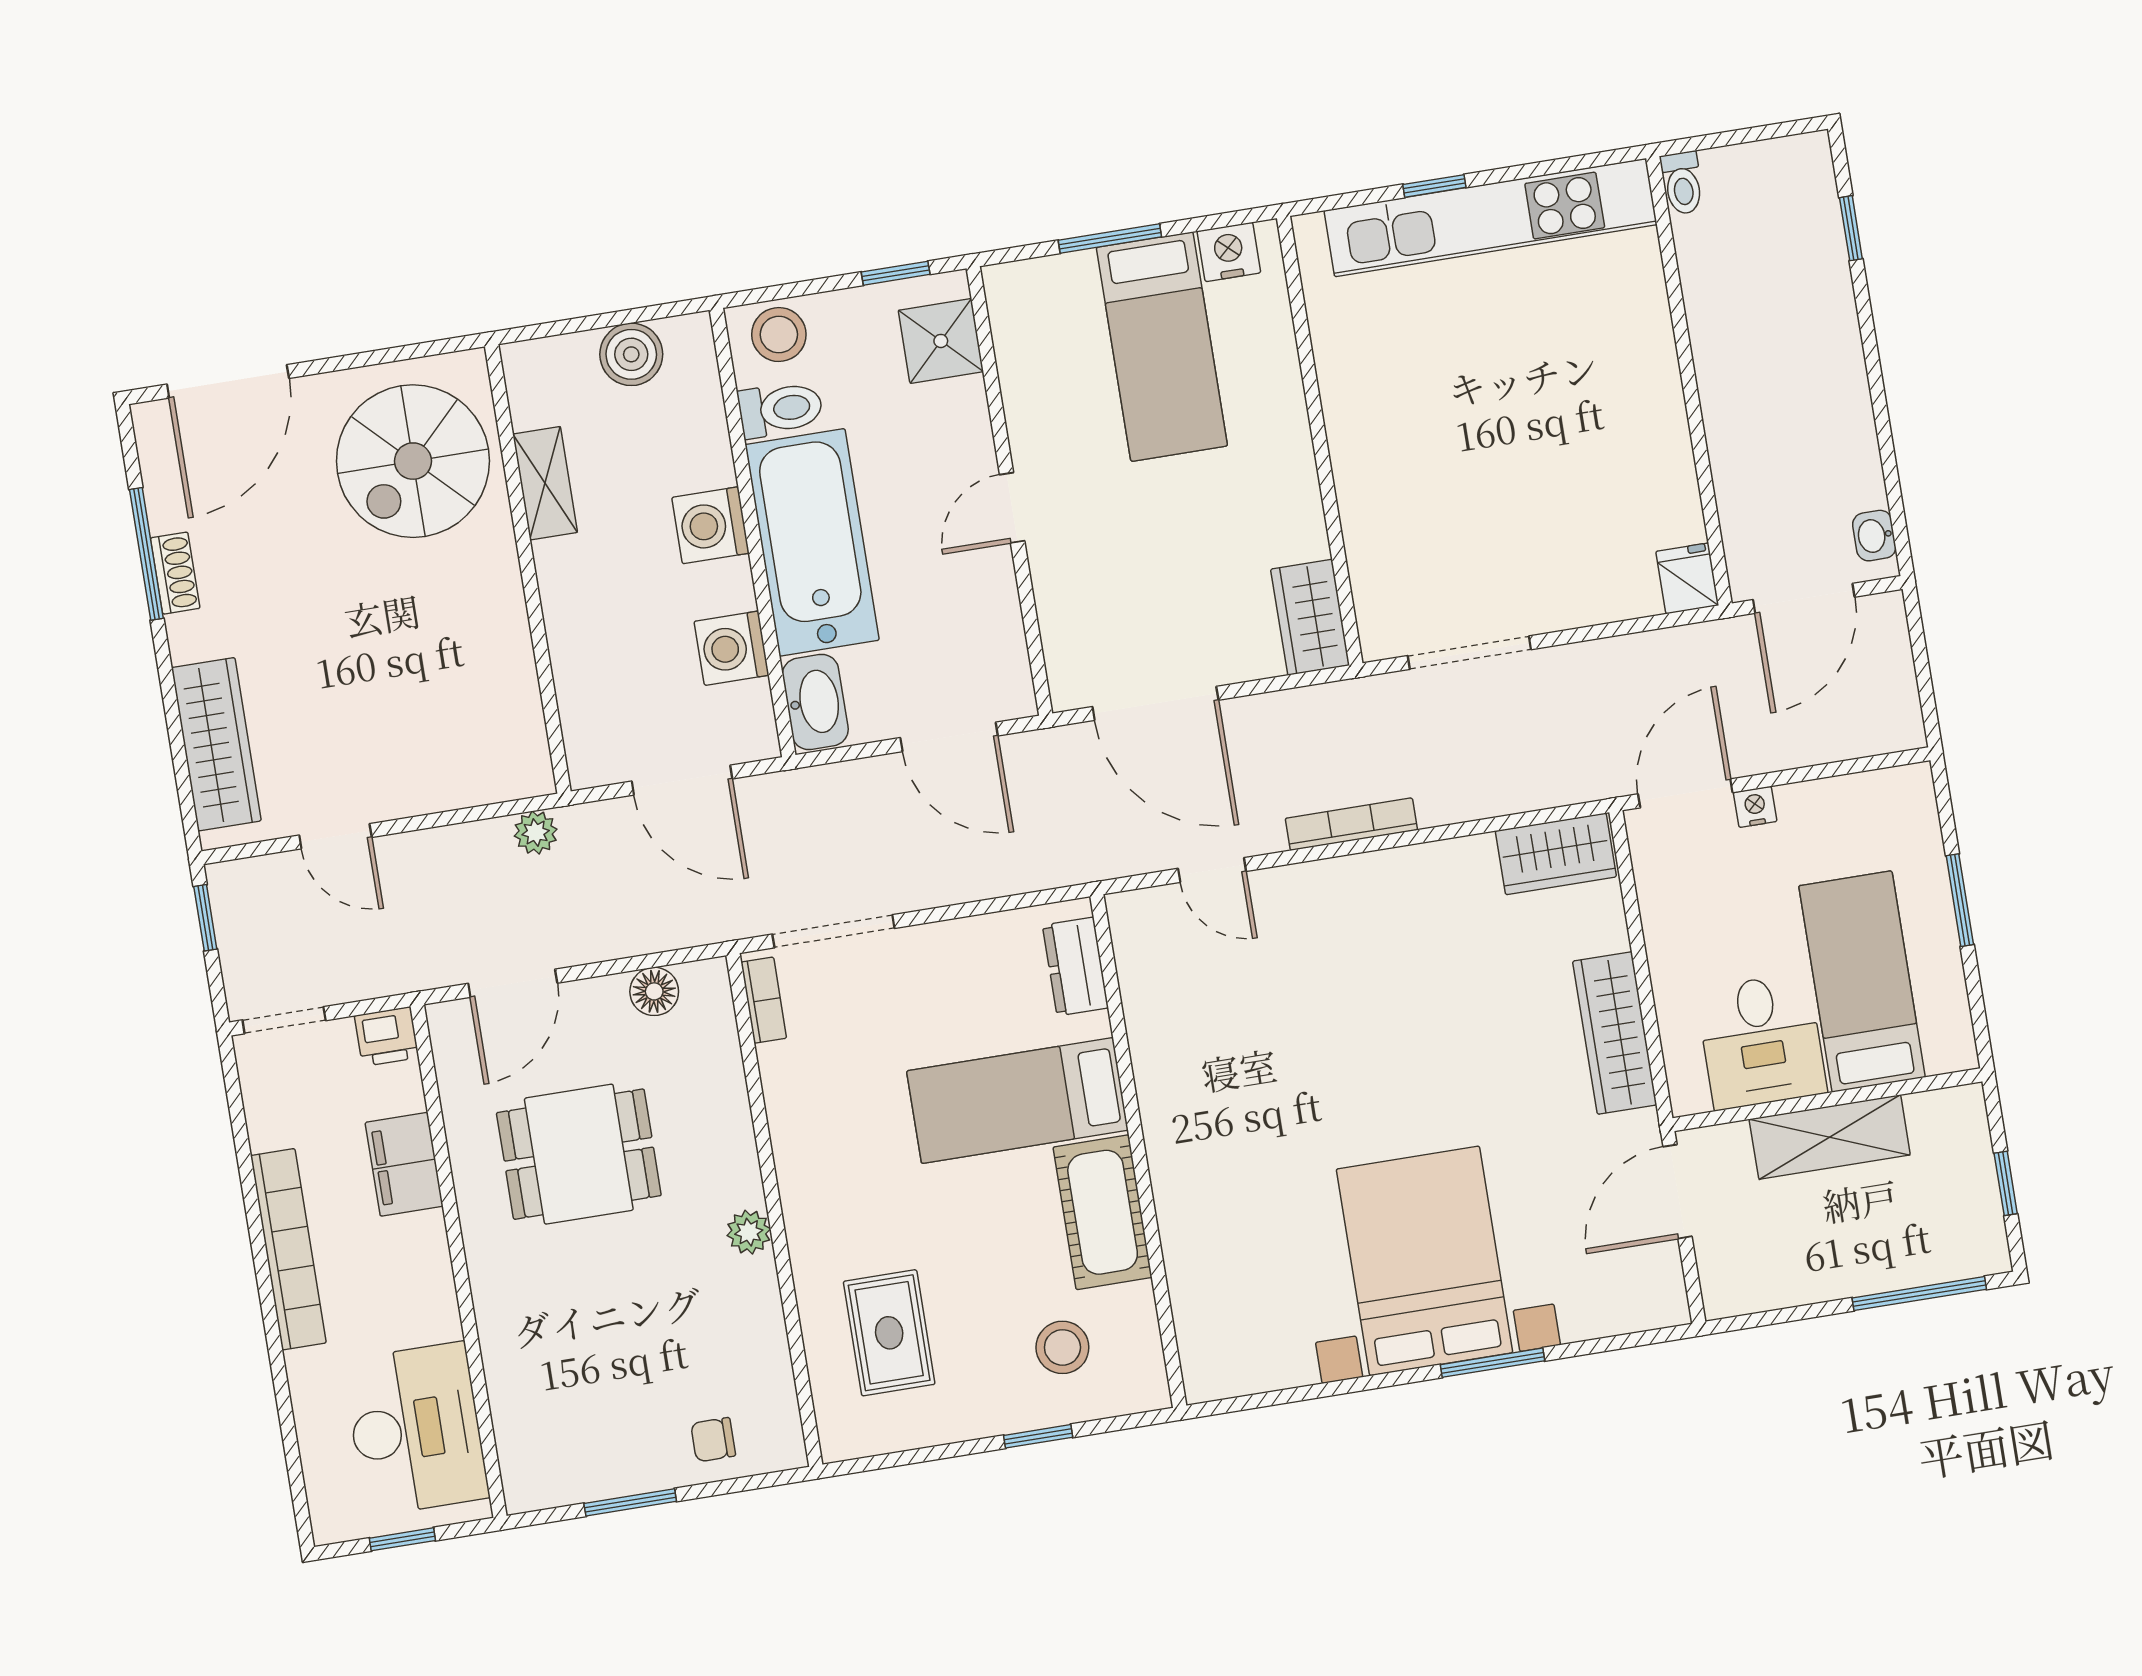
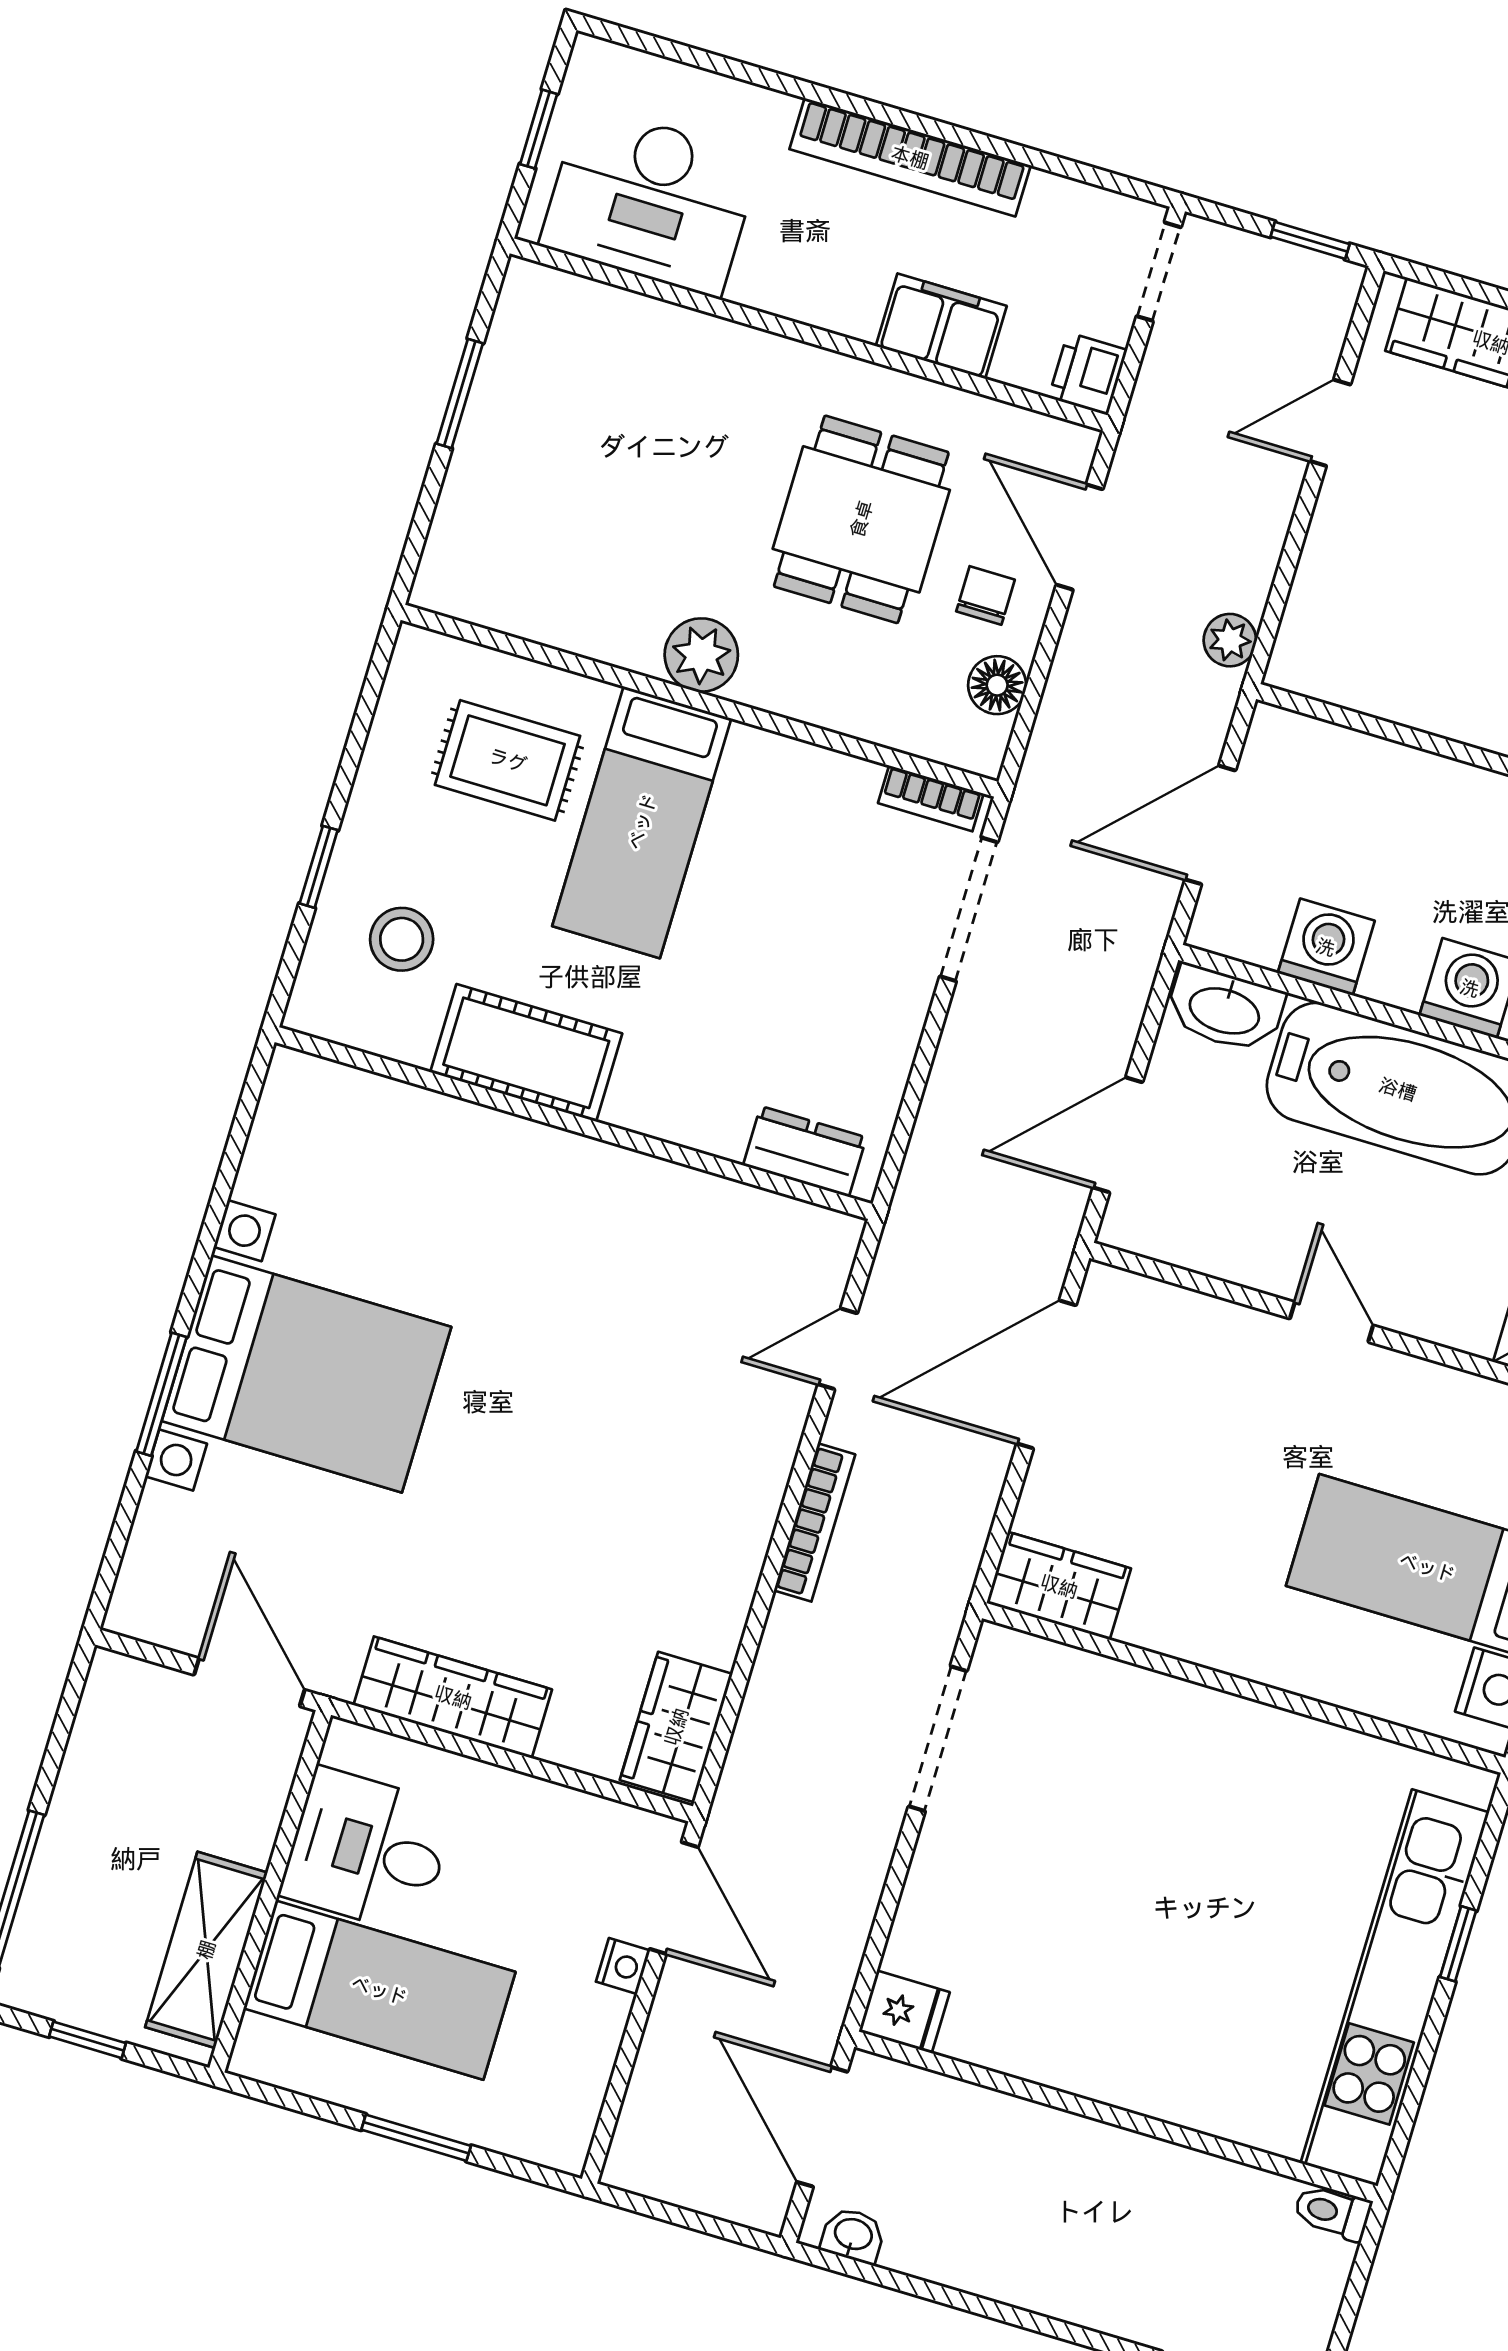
bed: (1017, 1101) -> (642, 822), moved, turned 180
shelving: (1830, 1137) -> (206, 1950), moved
plant: (749, 1232) -> (701, 655), width x1.38, depth x1.38
chair: (713, 1440) -> (985, 595), moved

